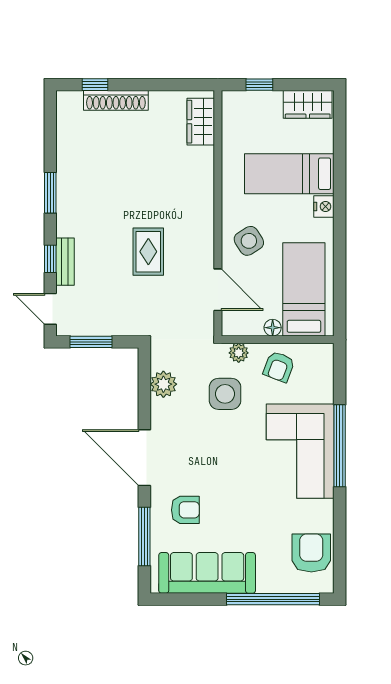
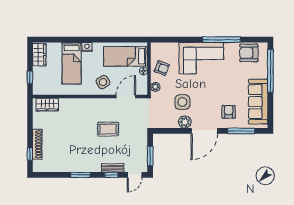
plant: (163, 384) -> (185, 122), moved
side table: (225, 394) -> (182, 102), moved
window: (340, 446) -> (221, 40), moved

